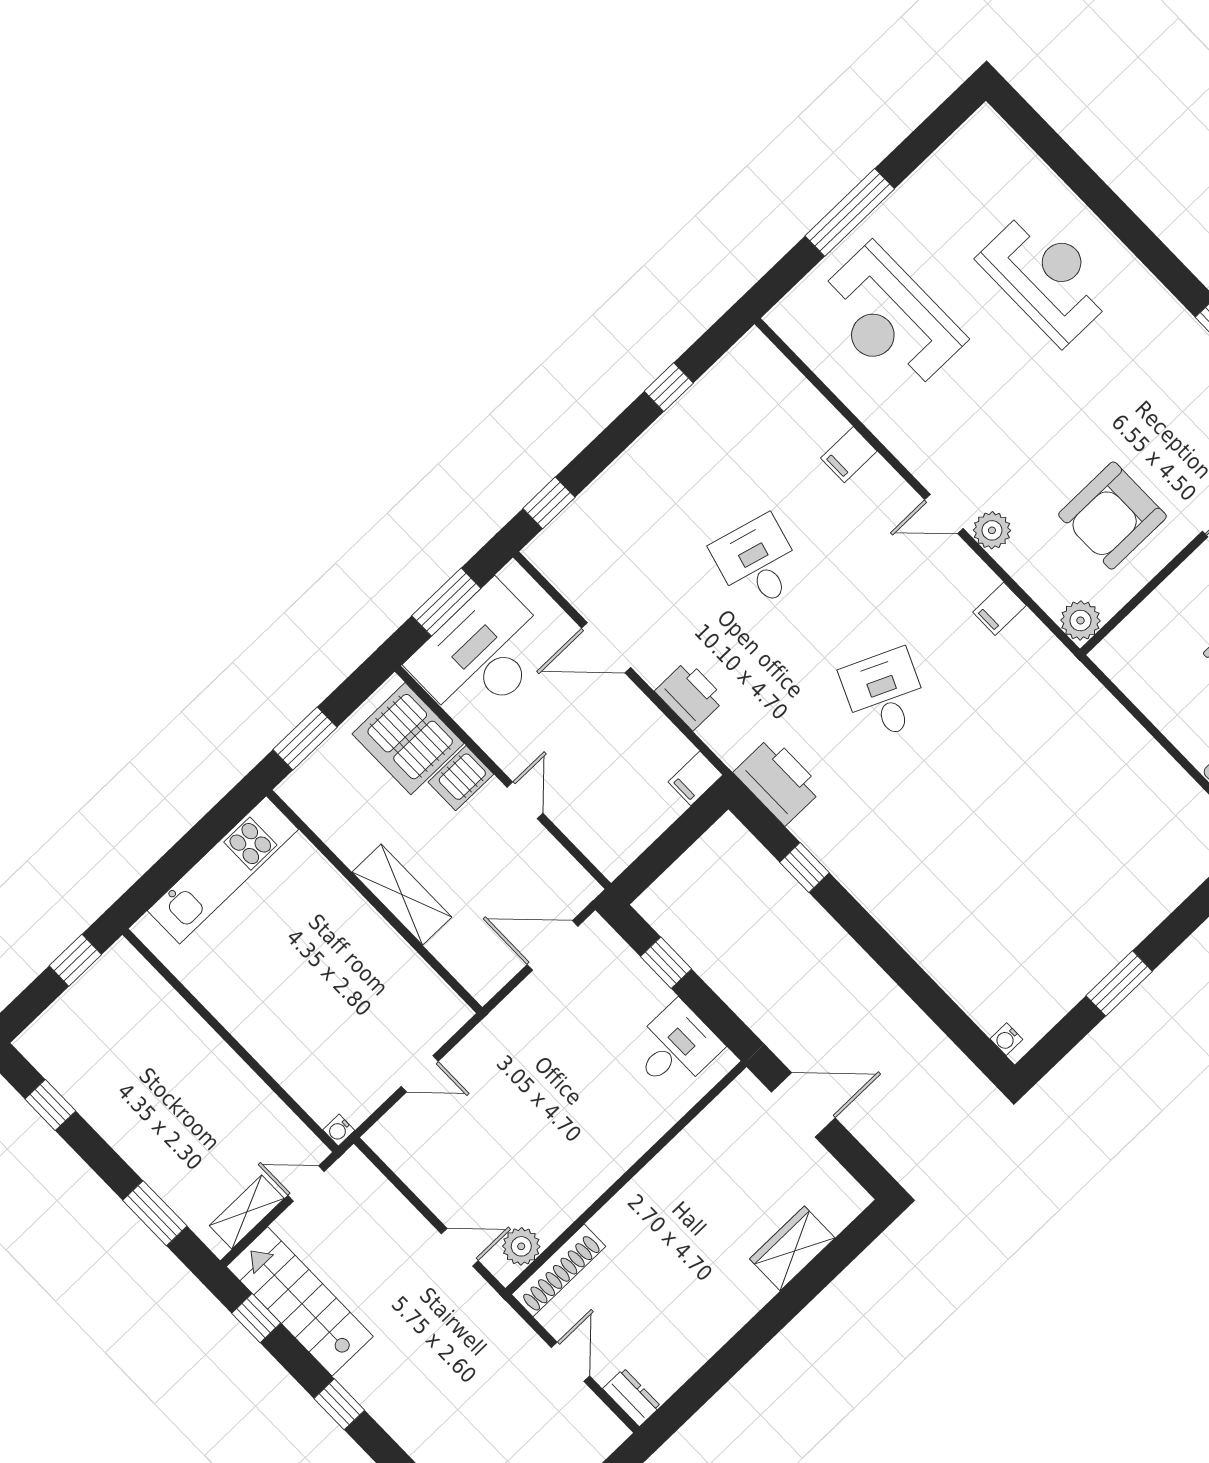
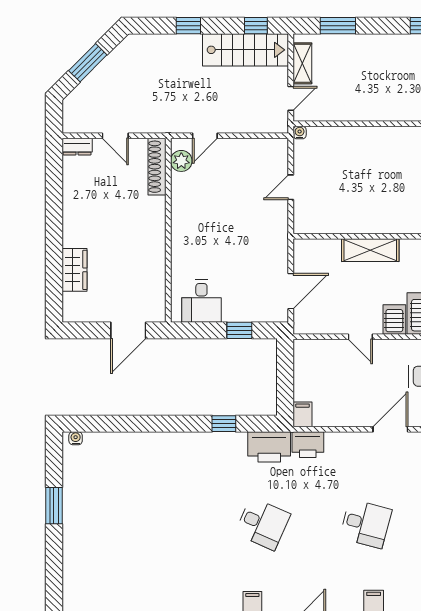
printer: (690, 695) -> (308, 445), moved

